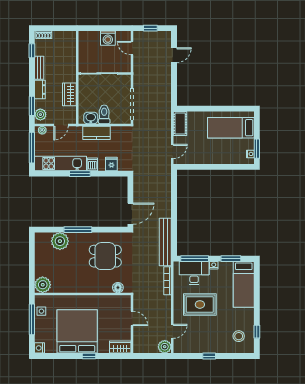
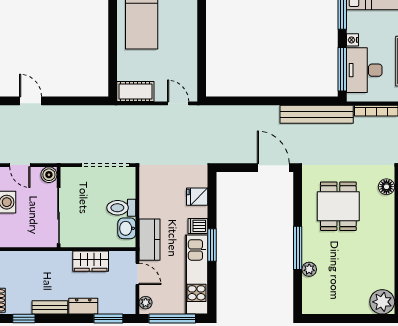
door: (132, 48) -> (20, 165), hinge flipped
boiler: (126, 67) -> (49, 175), added
plant: (40, 115) -> (122, 305), removed
kitchen counter: (97, 133) -> (150, 240), moved
plant: (60, 241) -> (309, 269), width x0.53, depth x0.53

